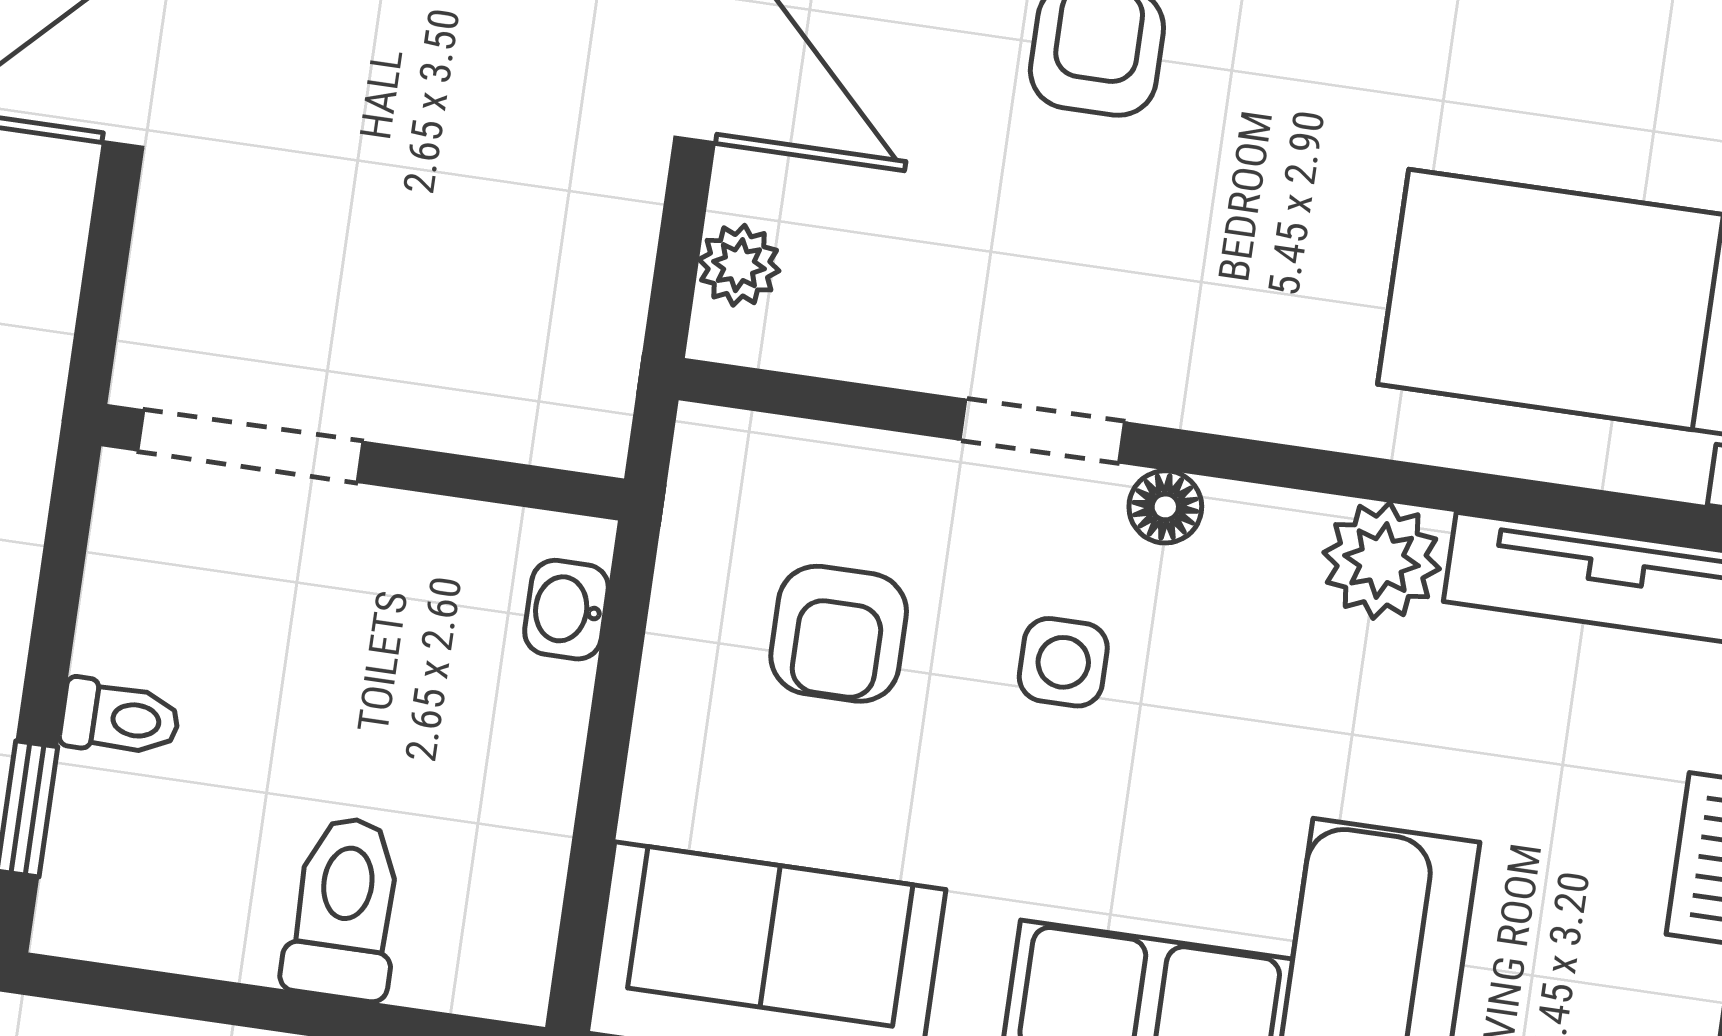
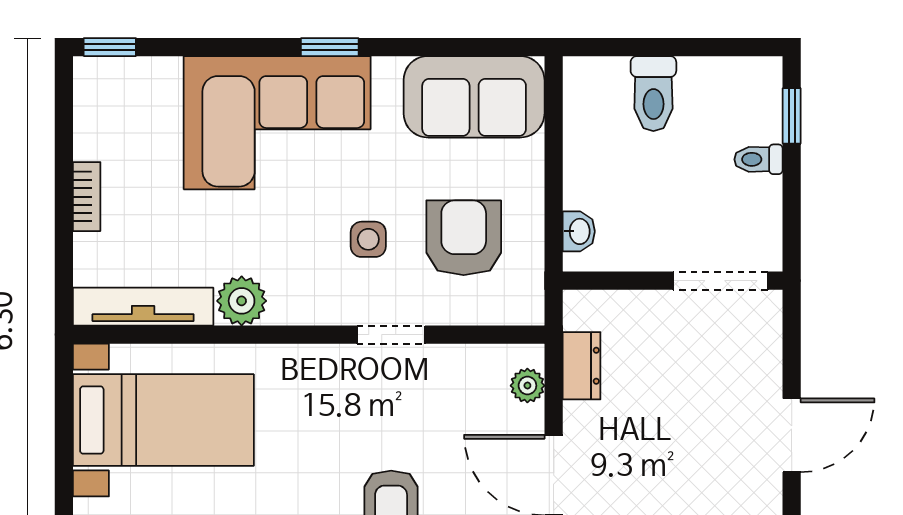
dresser: (605, 293) -> (581, 366), added
floor lamp: (1165, 507) -> (335, 310), removed
armchair: (839, 634) -> (464, 238), width x1.38, depth x1.38

